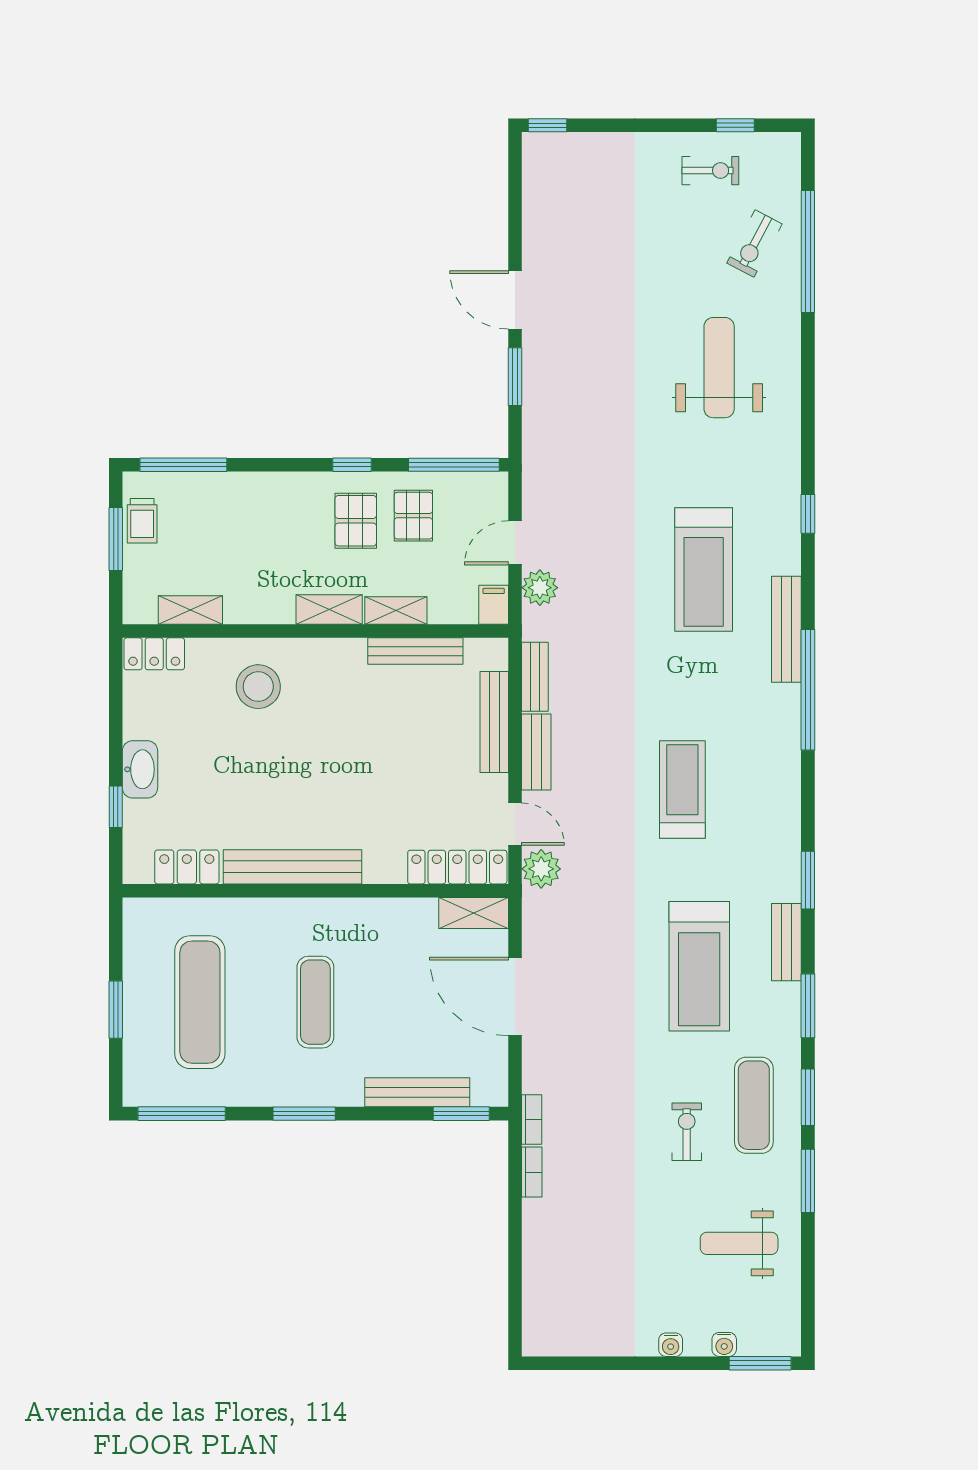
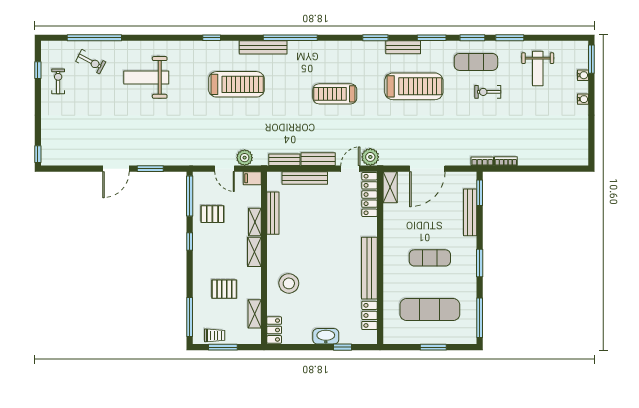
pallet: (356, 521) -> (224, 289), moved

